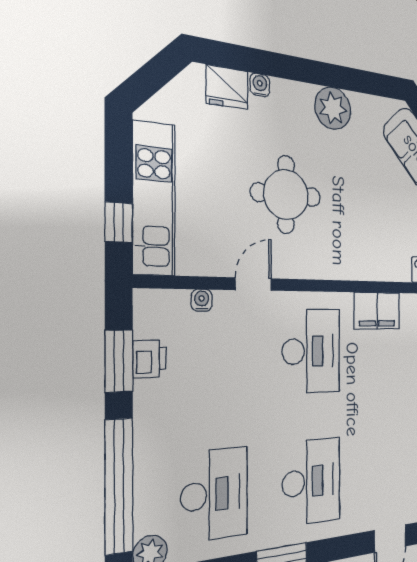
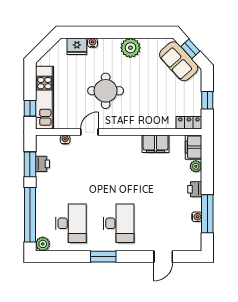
desk: (311, 351) -> (119, 163), removed

